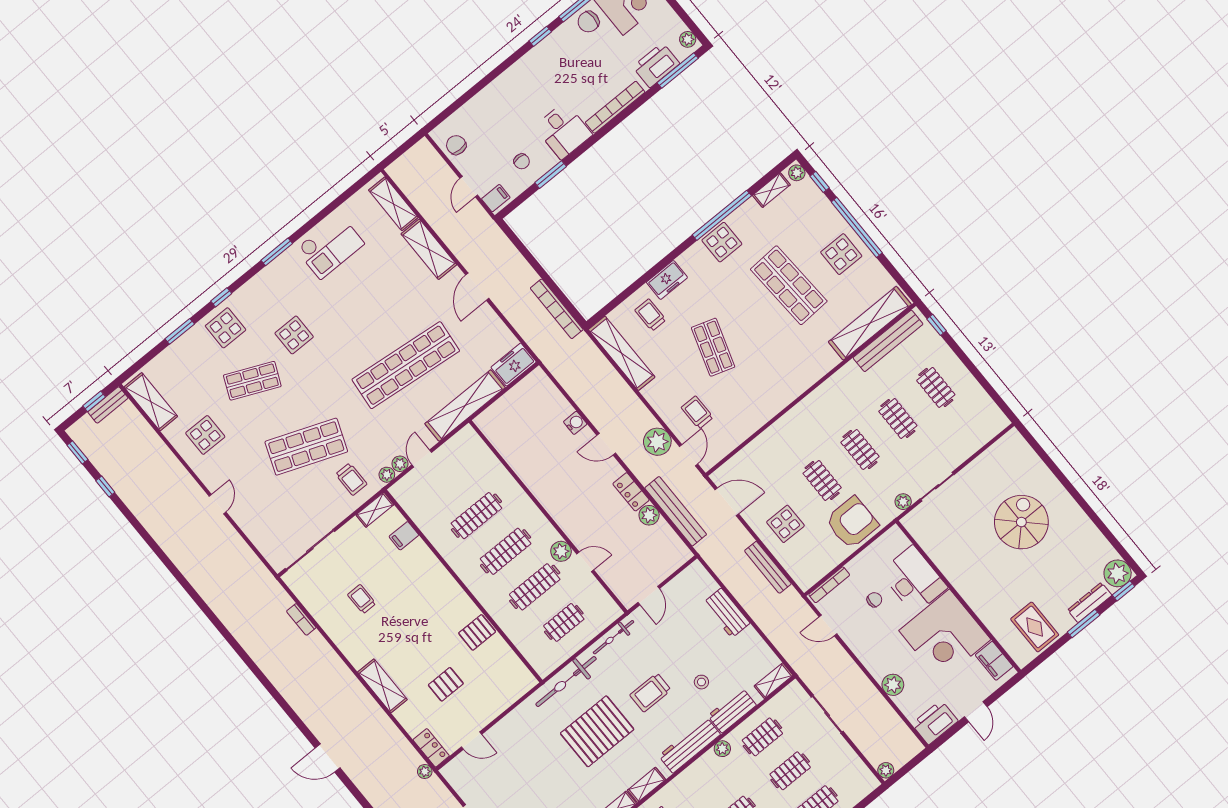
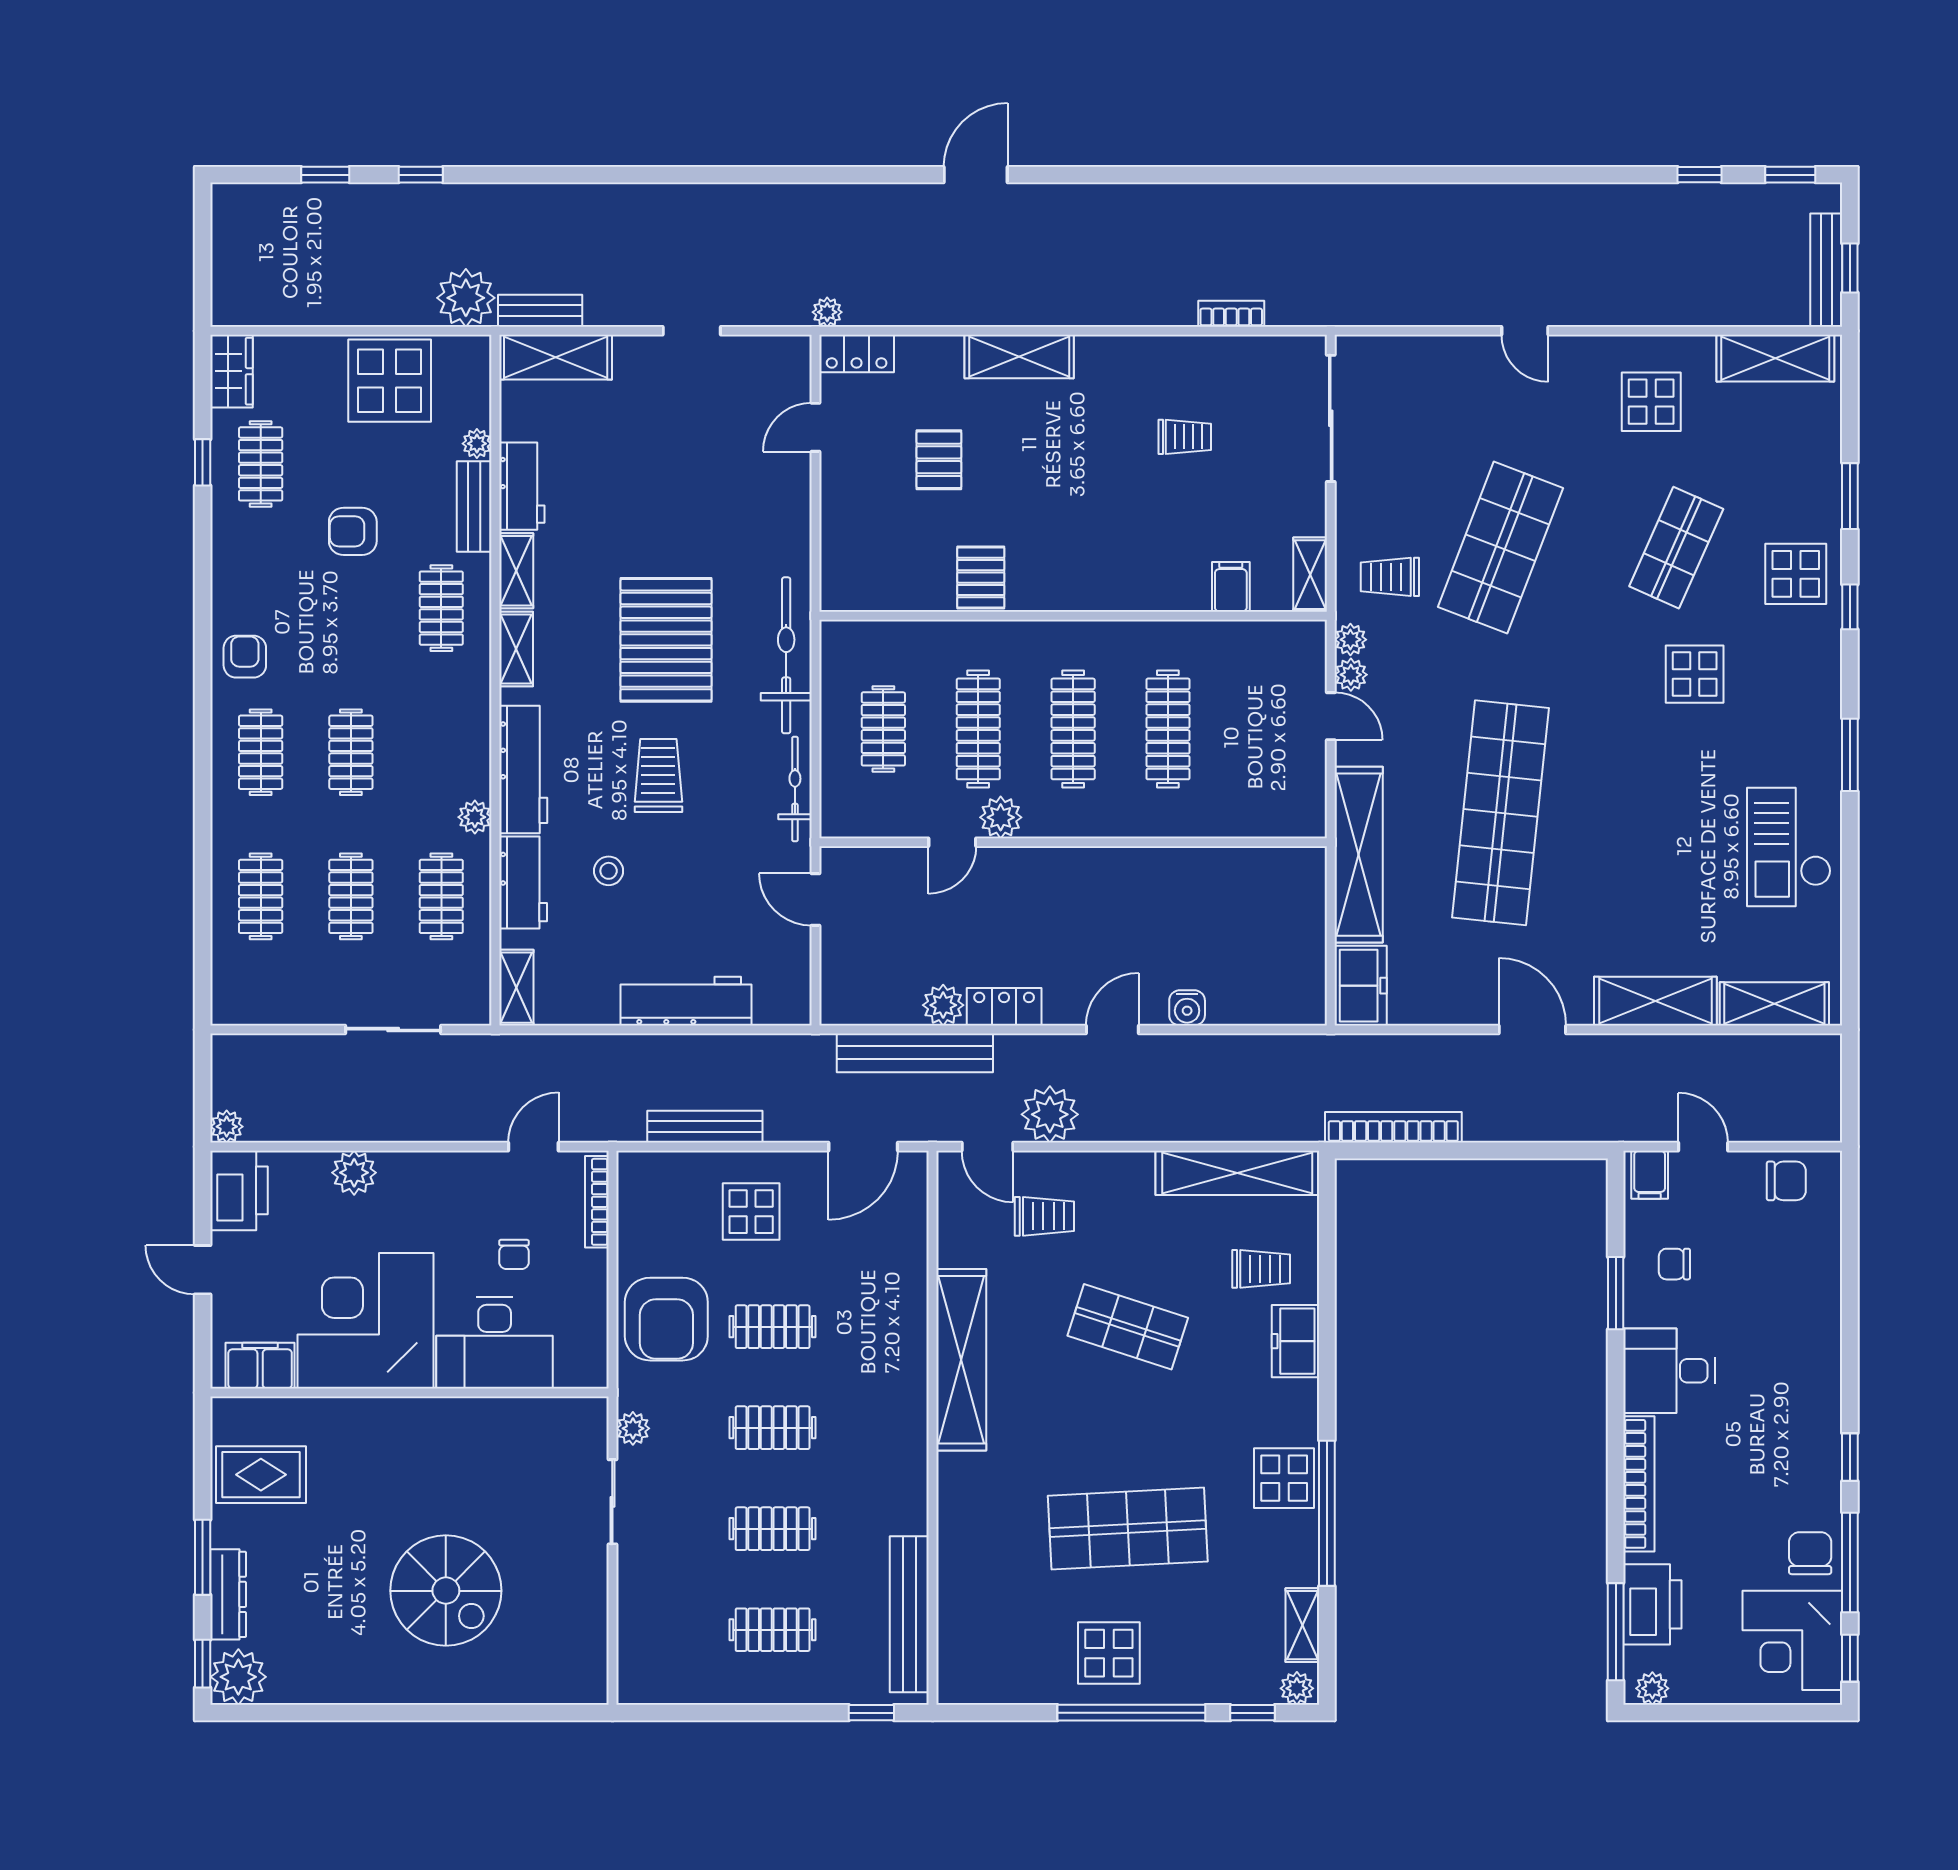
shelving: (870, 323) -> (961, 1360), moved
bench: (108, 405) -> (1826, 270), width x1.36
workbench: (727, 613) -> (686, 1001), width x1.38
plant: (886, 770) -> (227, 1127), moved

